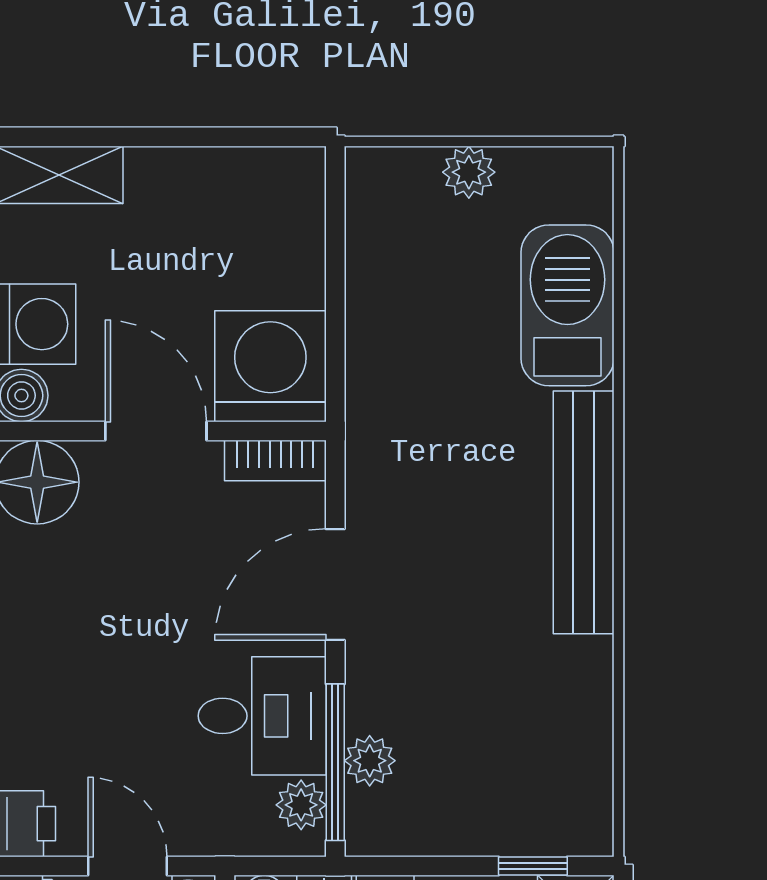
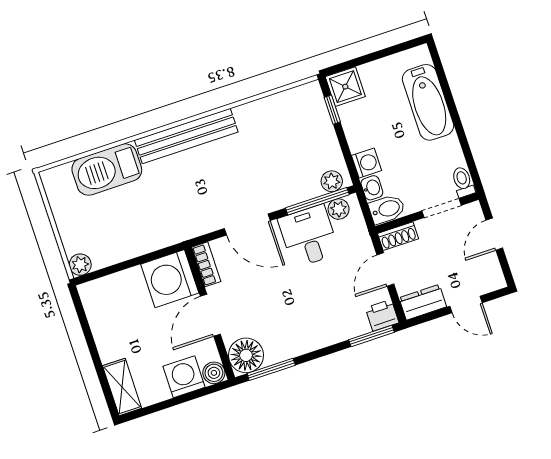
plant: (469, 172) -> (80, 265), moved
plant: (370, 761) -> (332, 181), moved

